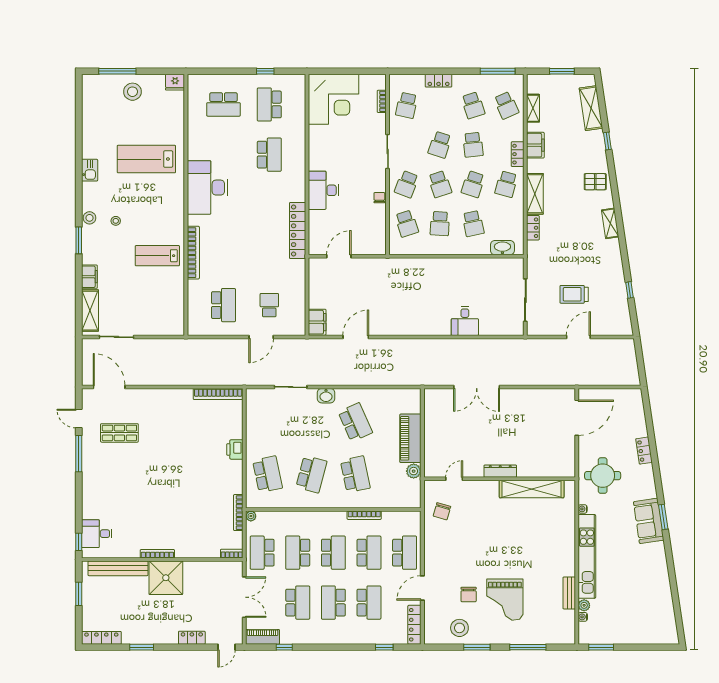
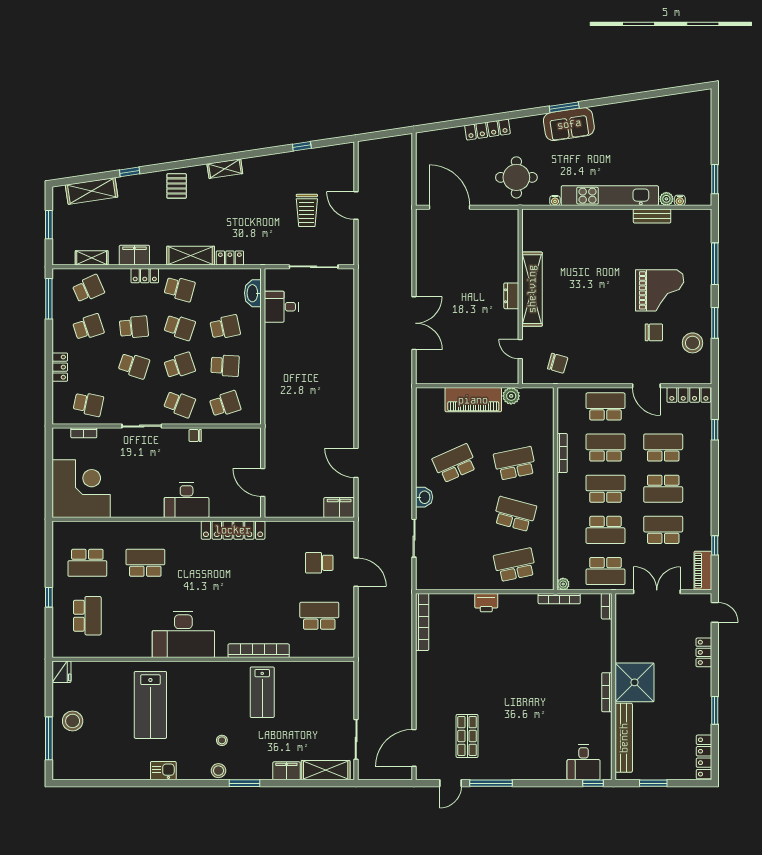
window: (265, 71) -> (49, 597), moved
desk: (465, 321) -> (281, 307), moved, turned 180
locker: (644, 451) -> (487, 130), width x1.53
dresser: (500, 471) -> (511, 296), width x0.70
shelving: (532, 489) -> (532, 289), moved

